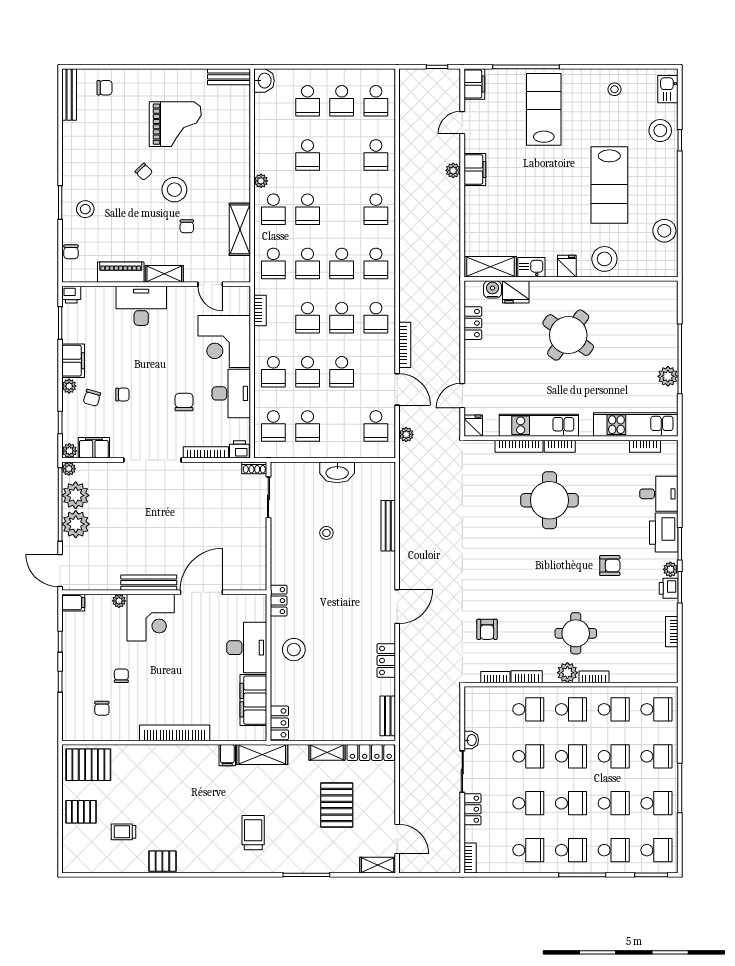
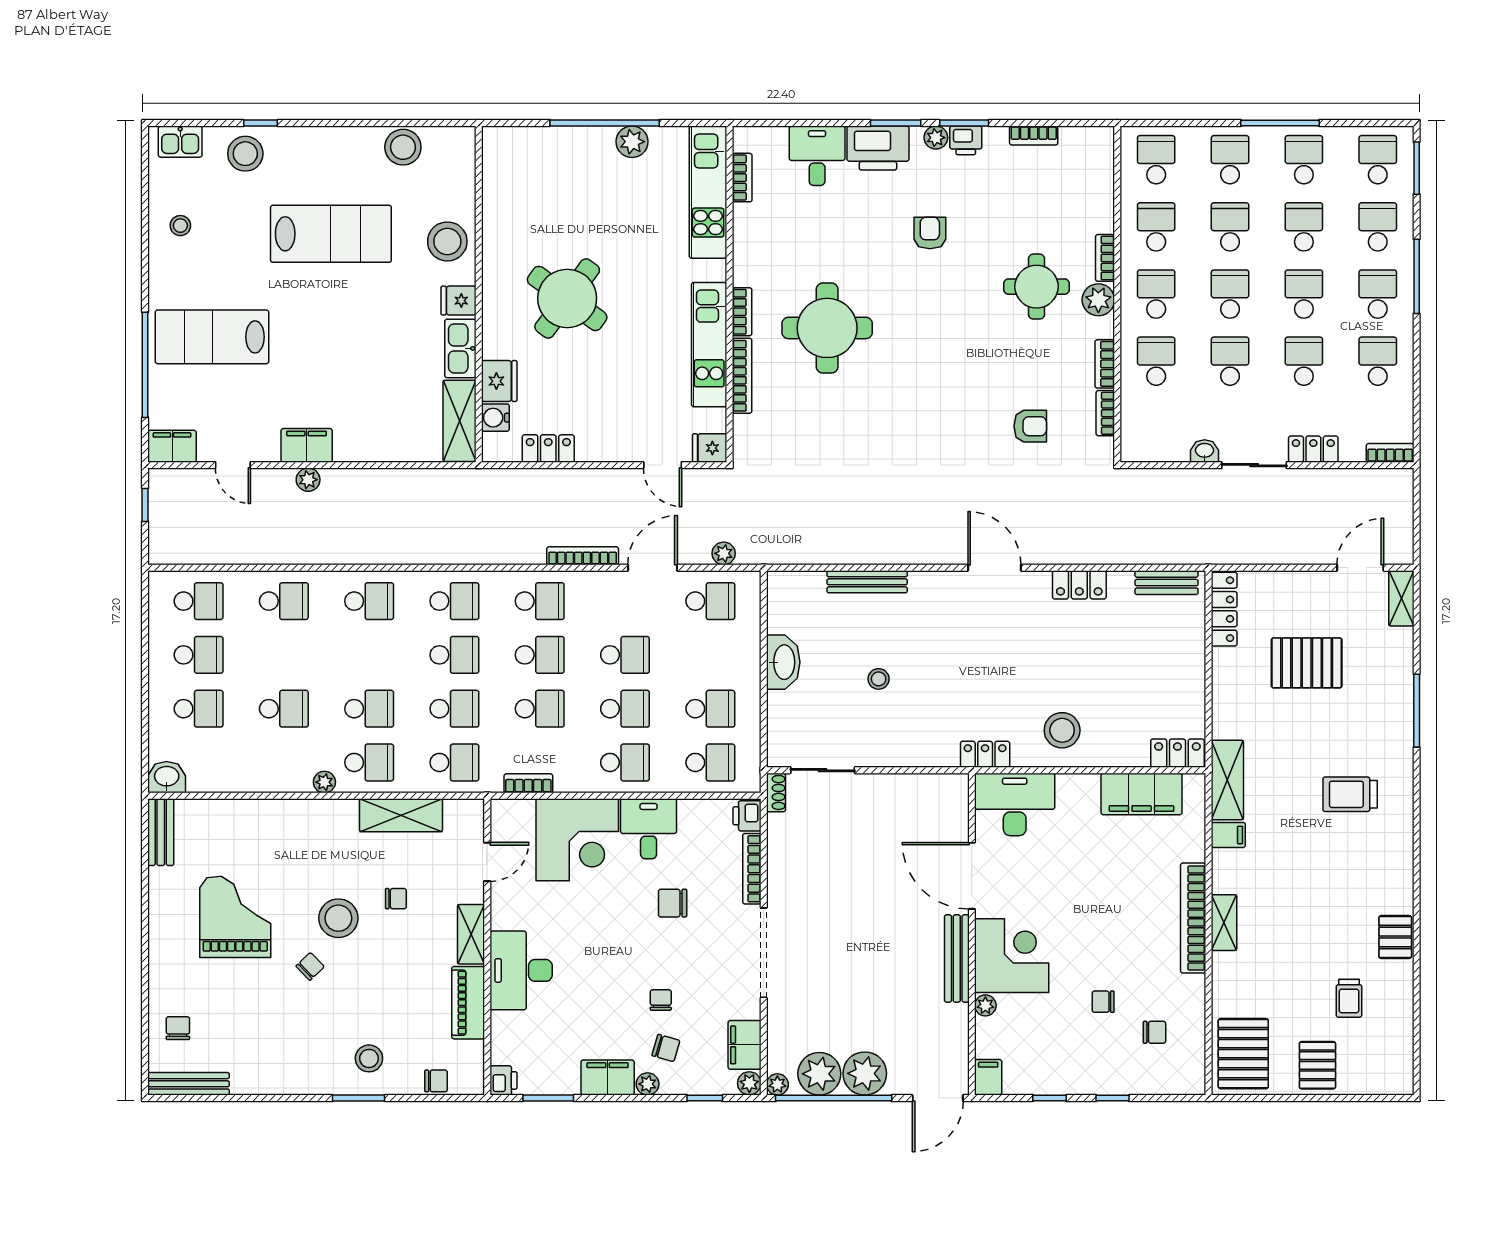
kitchen sink: (531, 267) -> (460, 348), width x1.38
desk: (231, 393) -> (649, 829), width x0.73
desk: (247, 648) -> (1015, 804), moved
shelving: (327, 752) -> (1224, 923), moved

